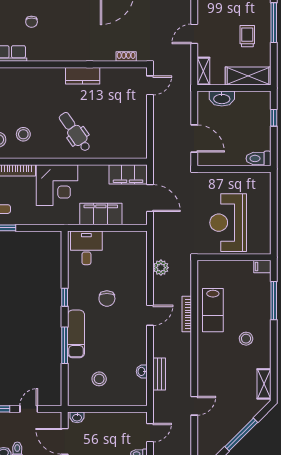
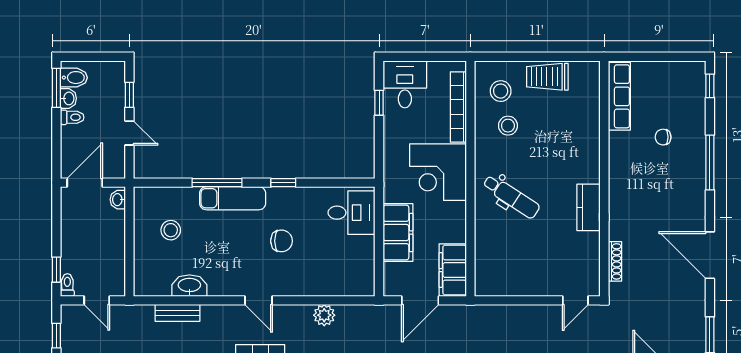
shoe rack: (126, 57) -> (615, 261), width x1.43
door: (150, 85) -> (575, 300), hinge flipped
dental chair: (75, 132) -> (511, 197), turned 68
chair: (107, 299) -> (282, 241), turned 180
washbasin: (142, 371) -> (189, 286), width x1.91, depth x1.45

